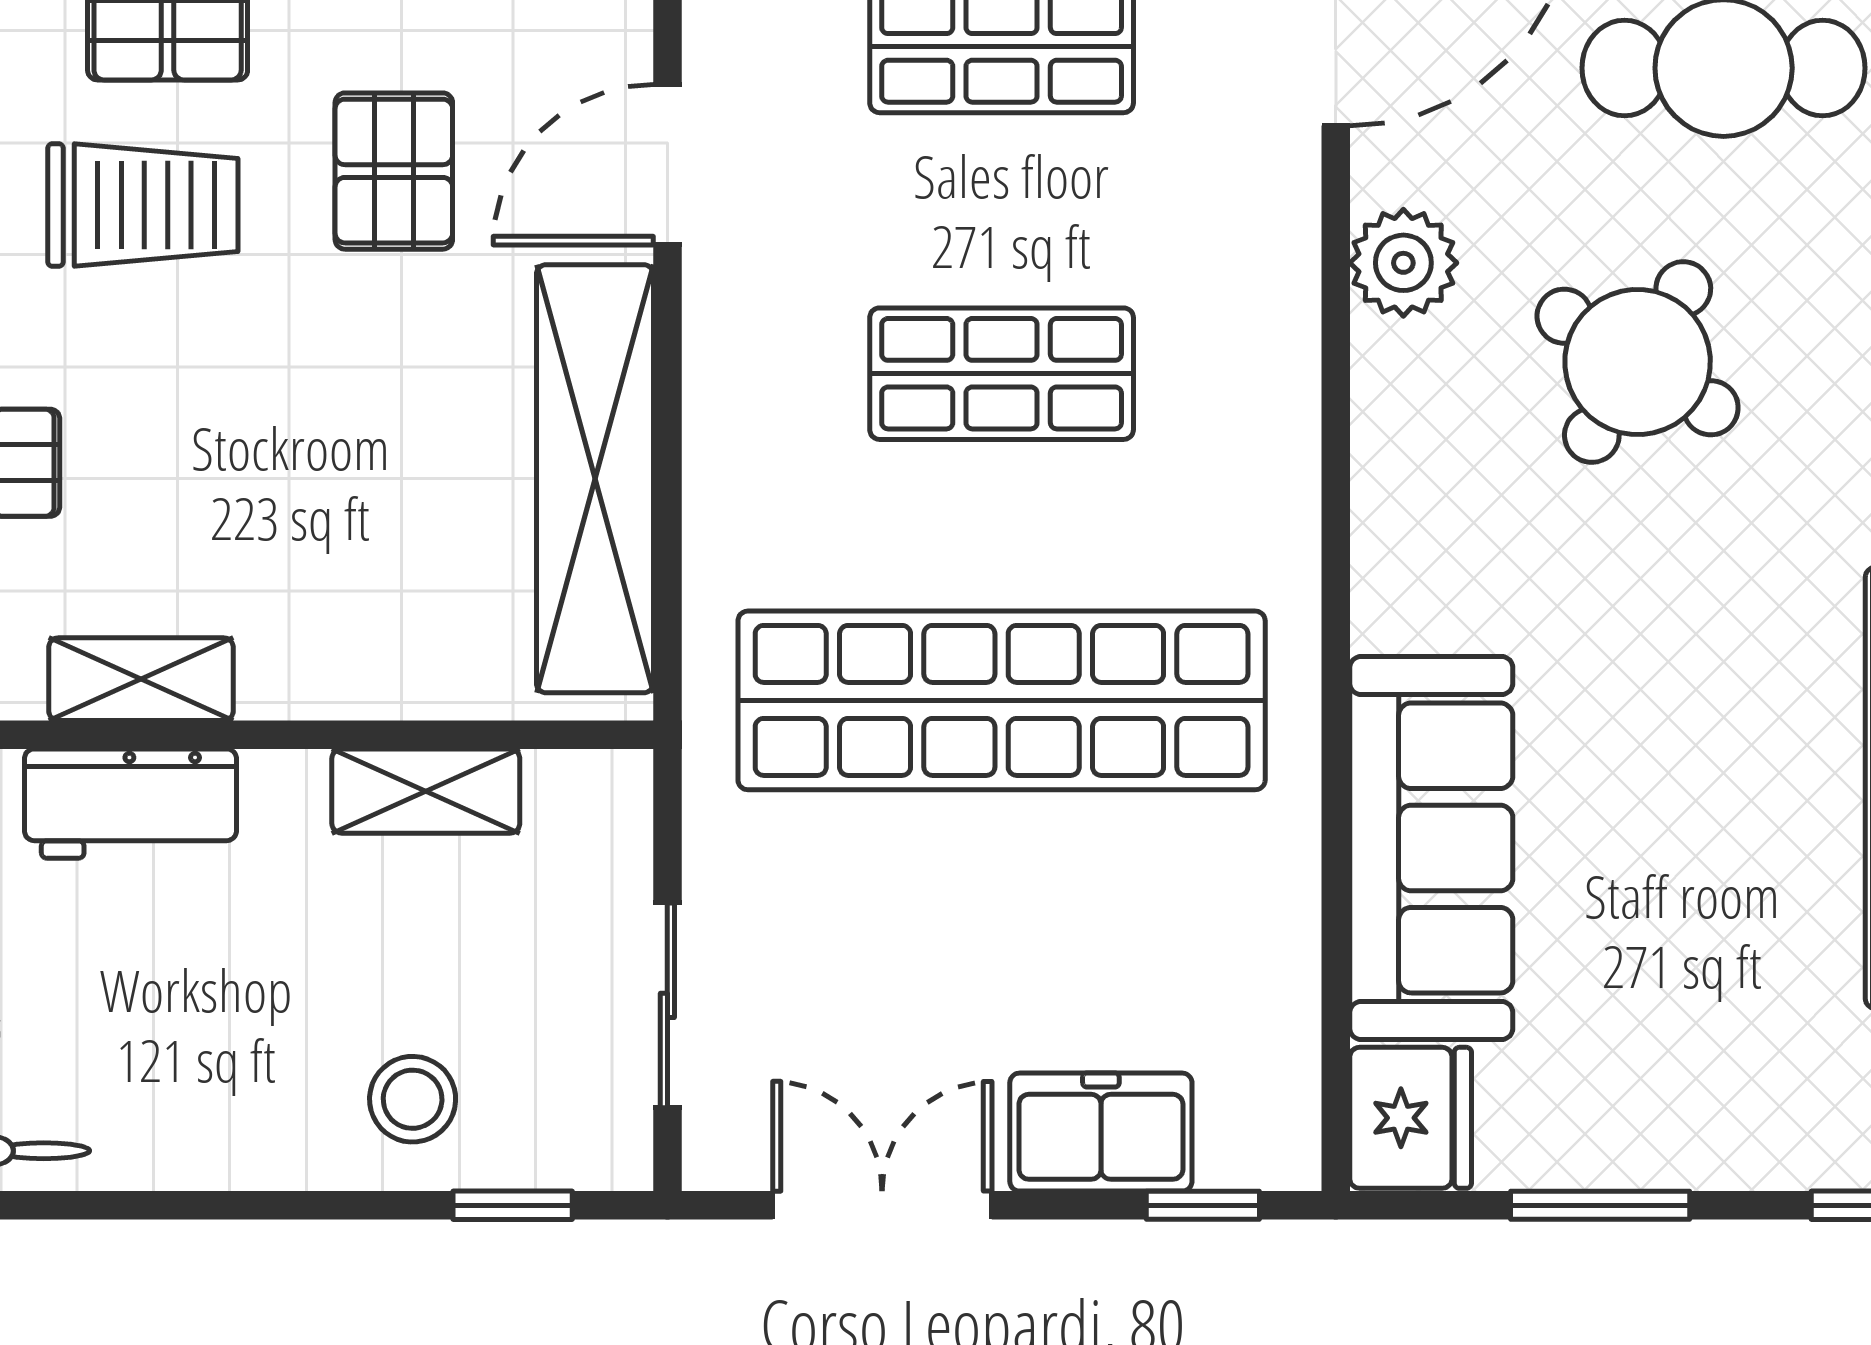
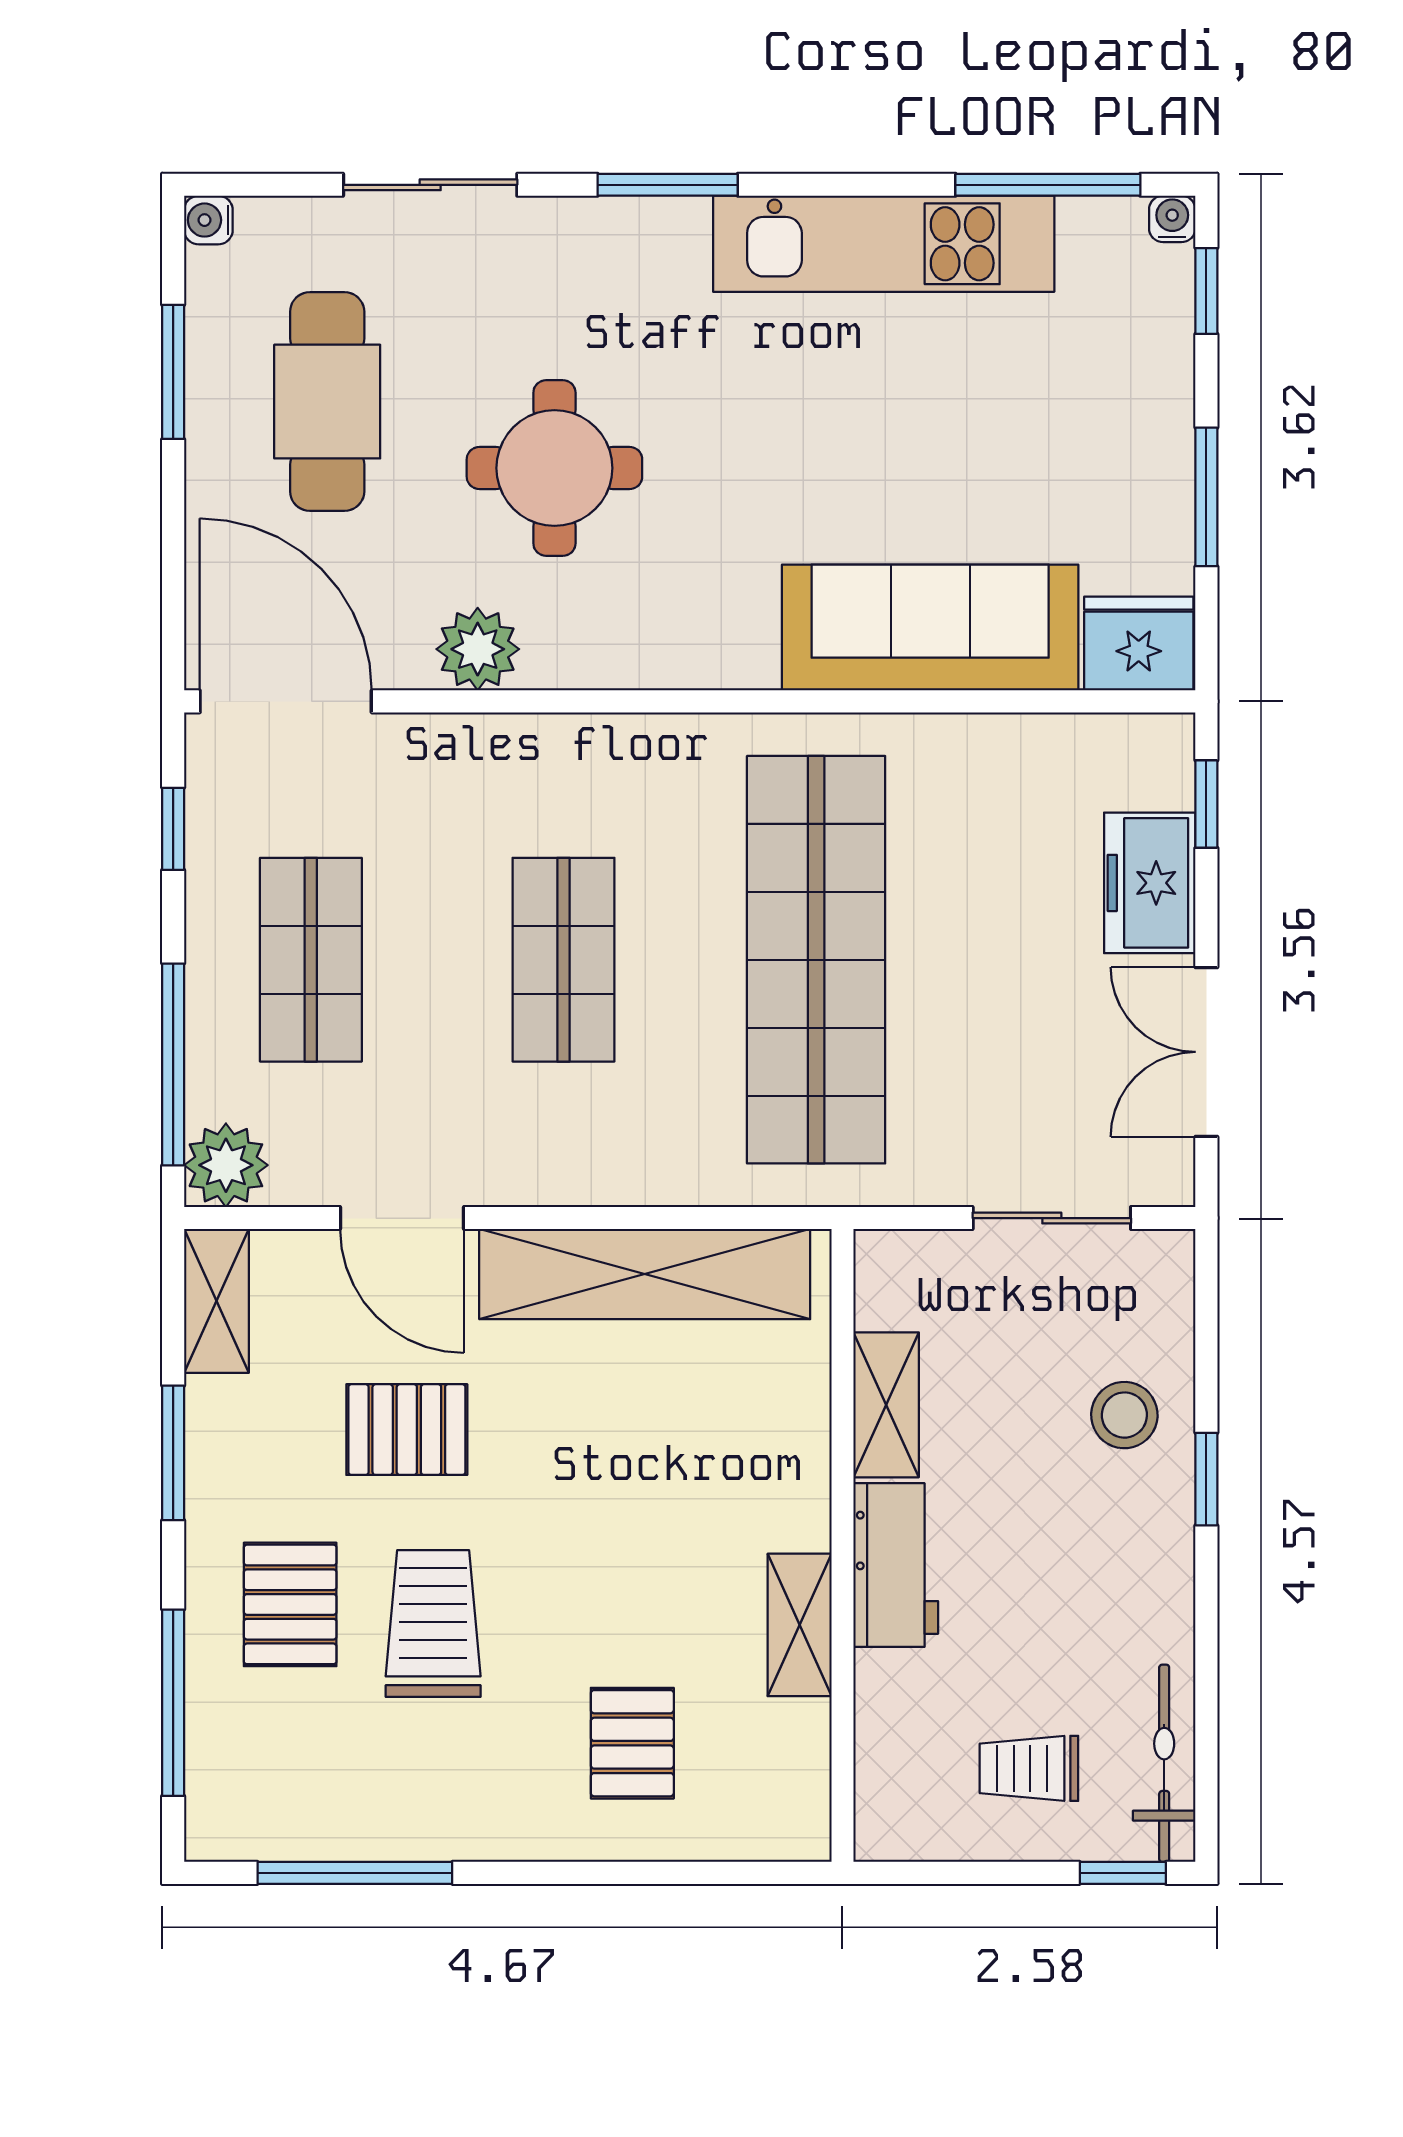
round table: (1638, 362) -> (554, 468), turned -32
workbench: (130, 804) -> (896, 1565), moved
window: (513, 1205) -> (1206, 1479), moved

